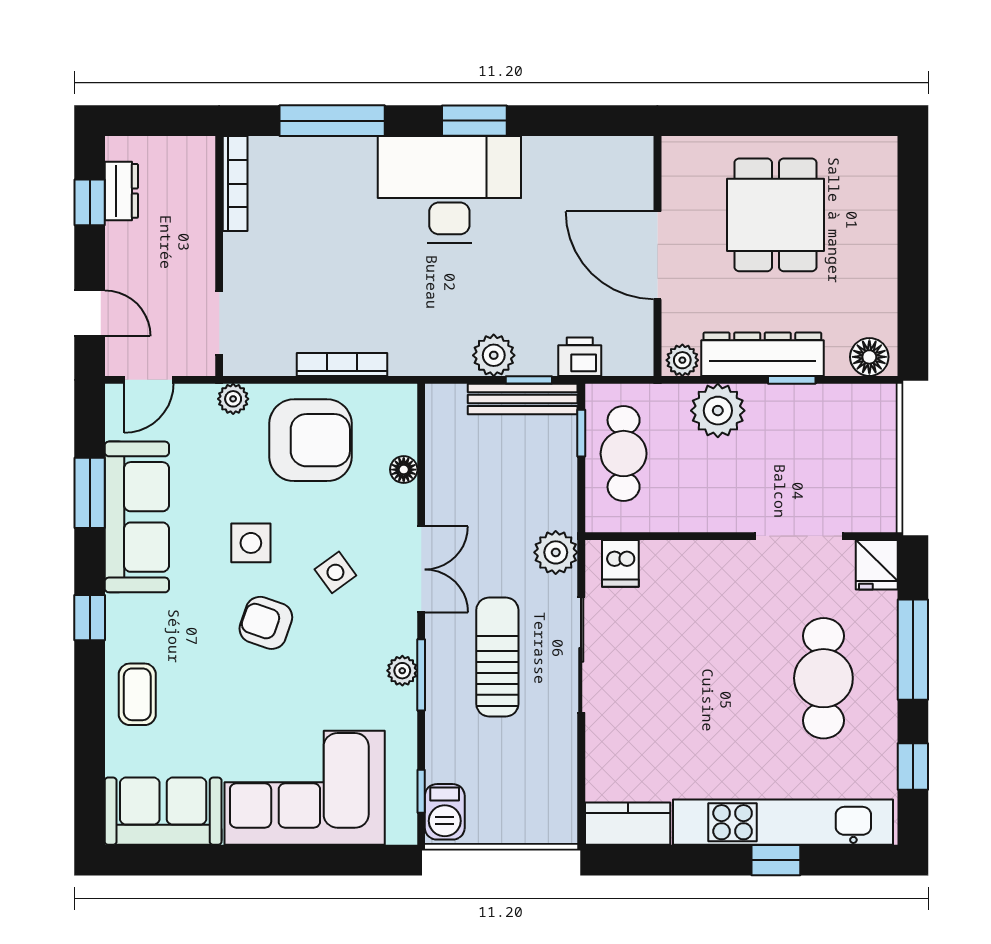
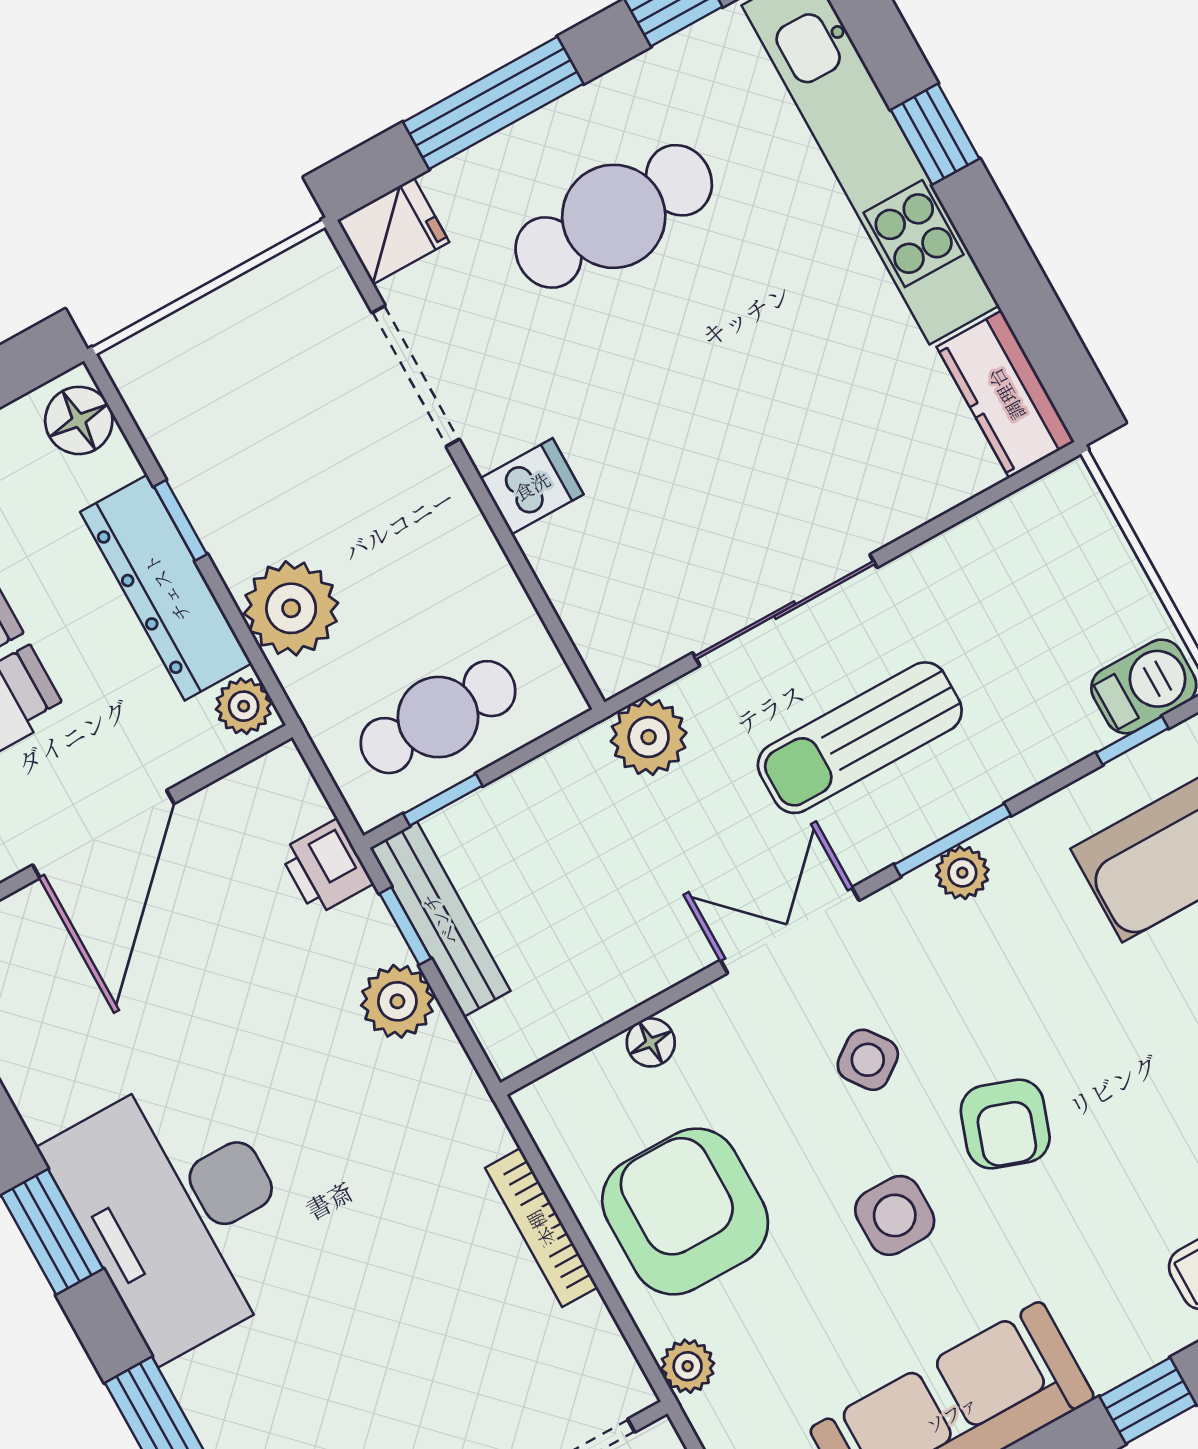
dishwasher: (620, 563) -> (532, 486), moved

